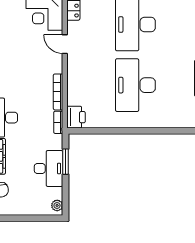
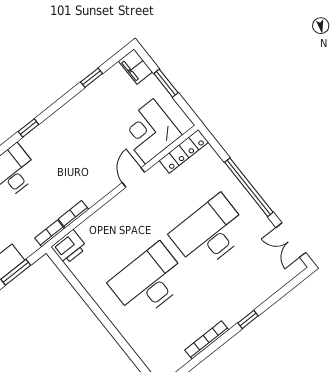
bookcase: (58, 92) -> (73, 214), width x0.64

